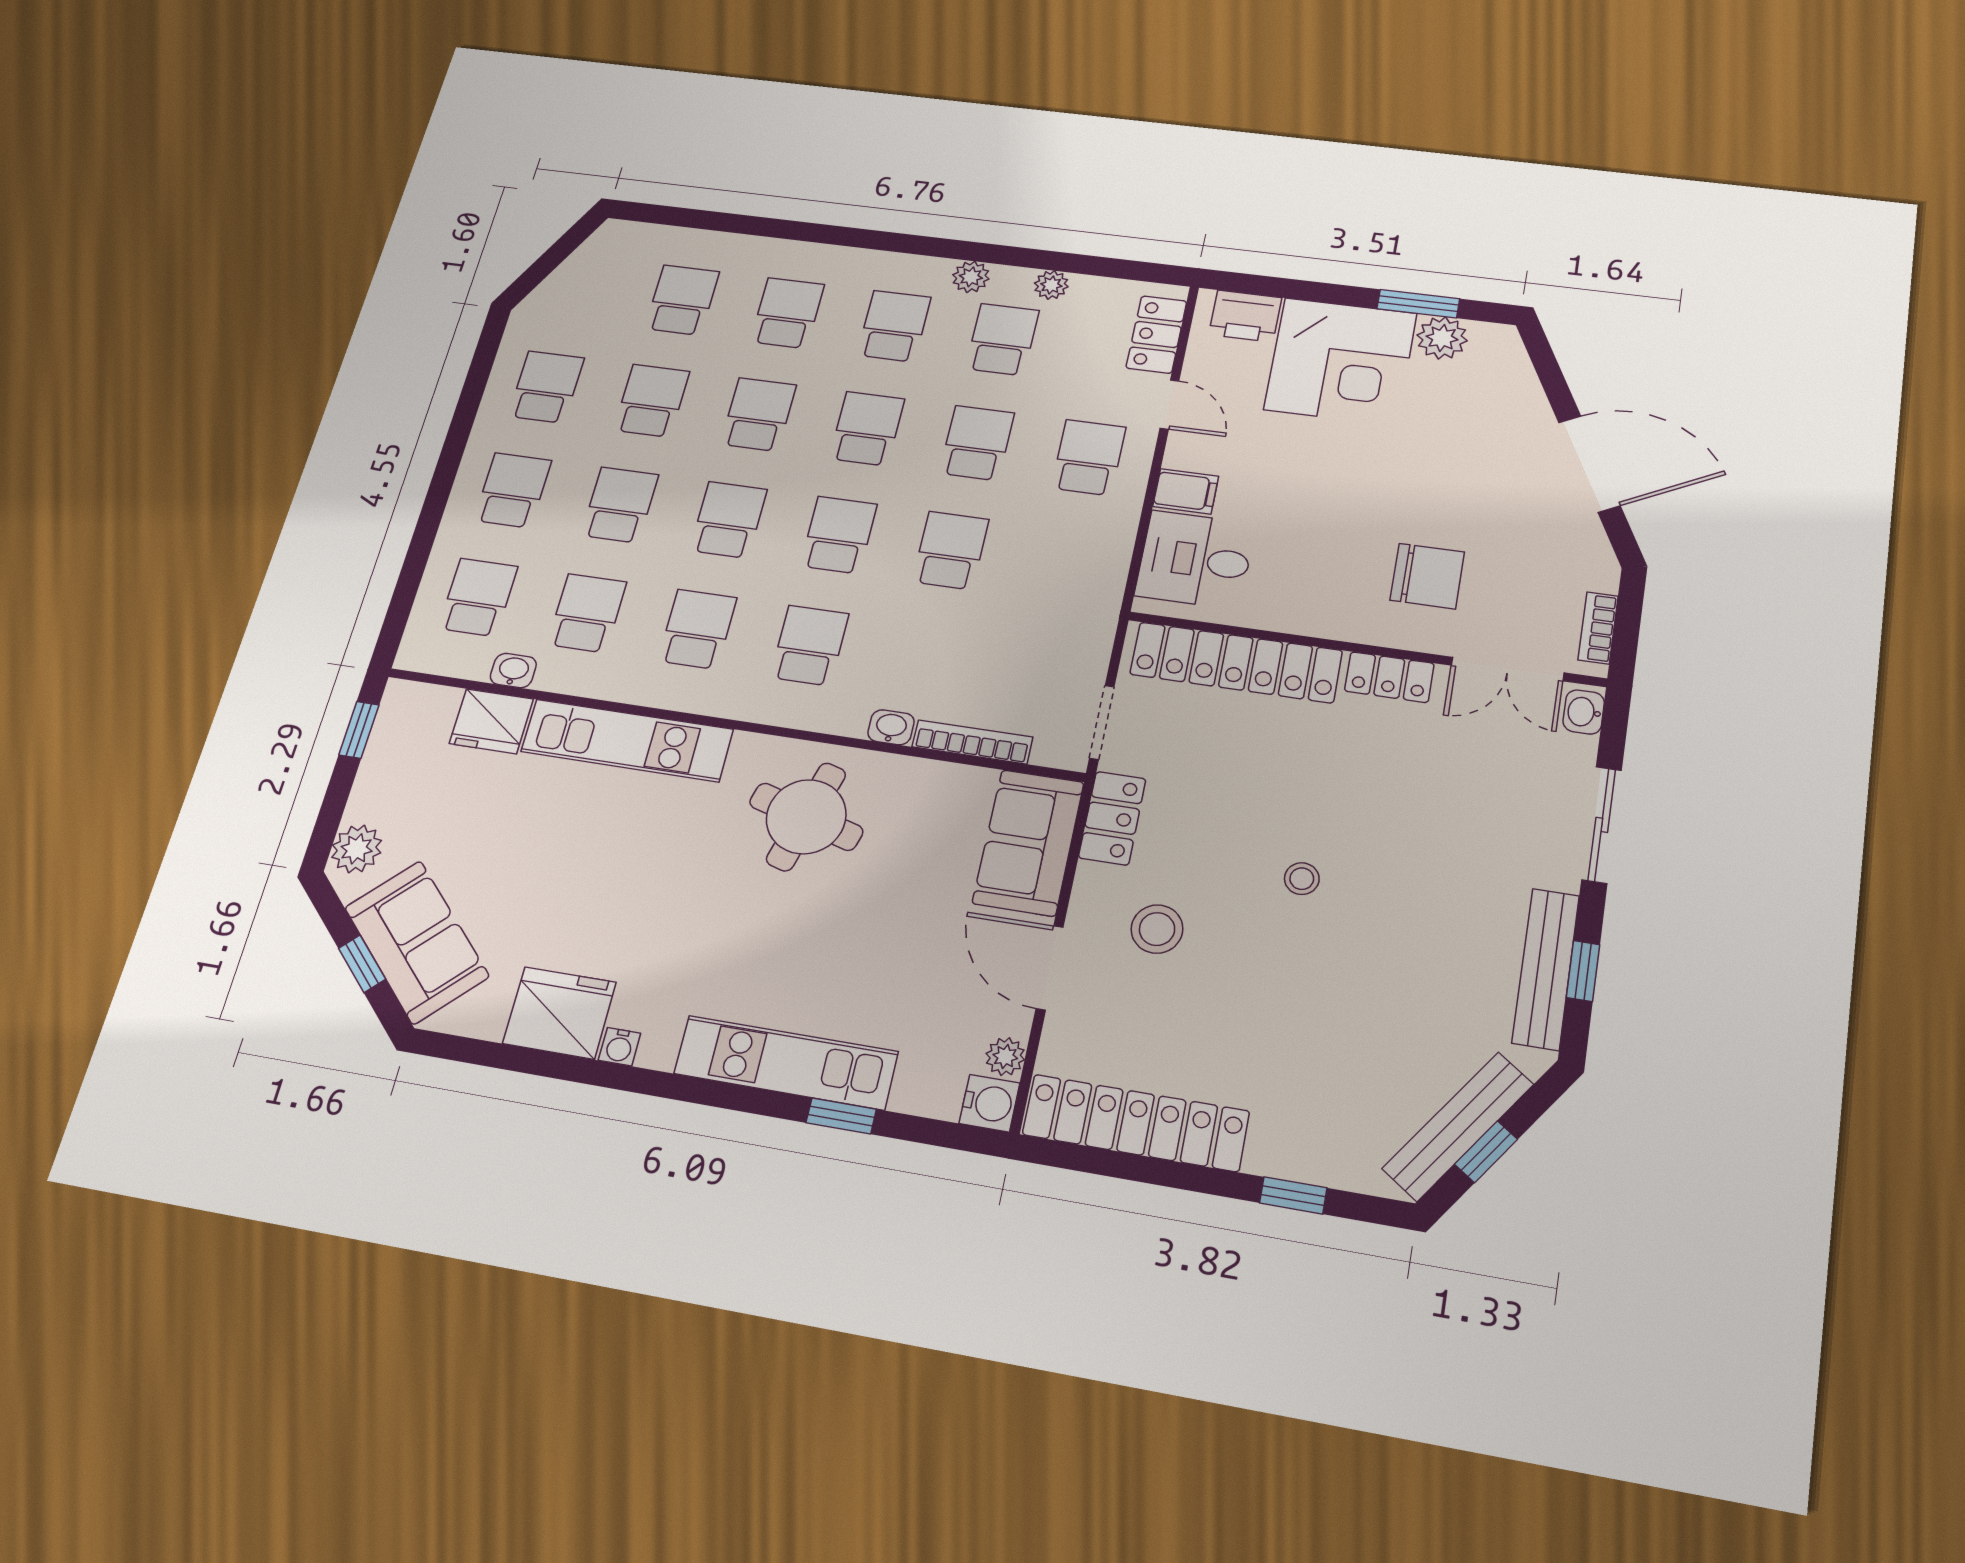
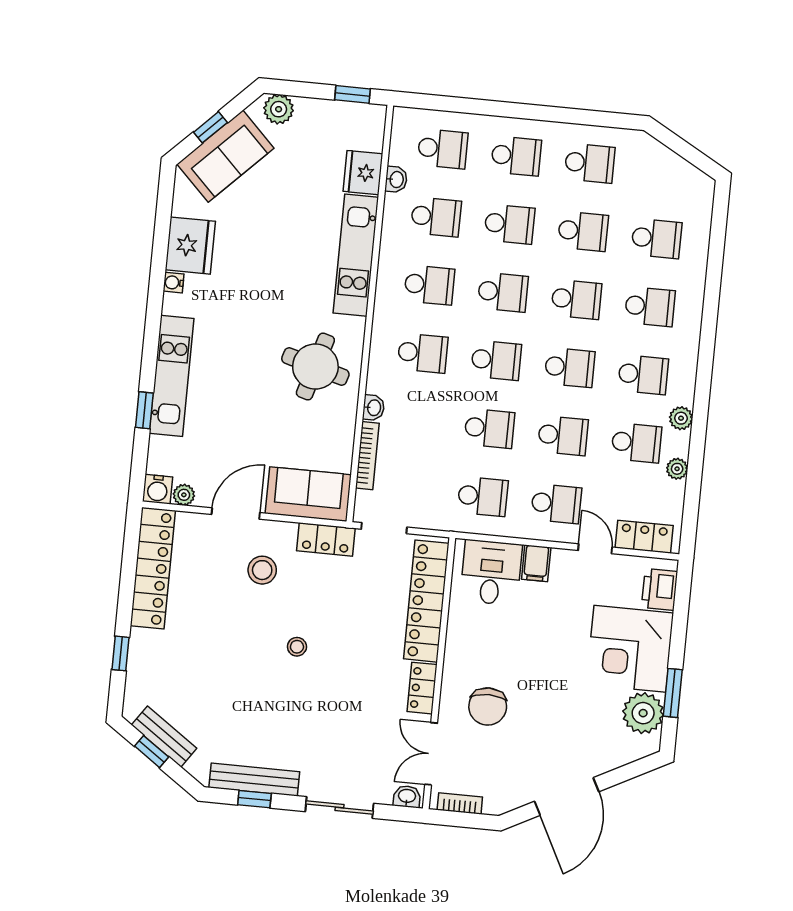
plant: (1442, 338) -> (643, 713), width x1.36, depth x1.36
door: (1170, 405) -> (595, 549), swing flipped
school desk: (1064, 566) -> (483, 496), added
bench: (1458, 1126) -> (164, 737), width x0.73

